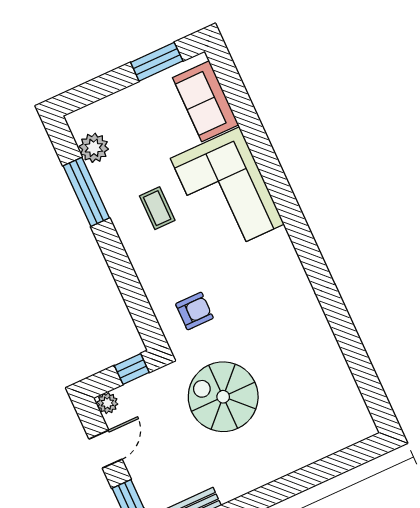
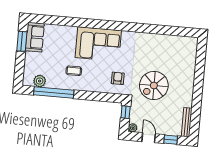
sofa: (206, 101) -> (35, 37), moved, turned -90
corner sofa: (227, 191) -> (98, 44), moved
window: (86, 192) -> (54, 93), width x1.46

